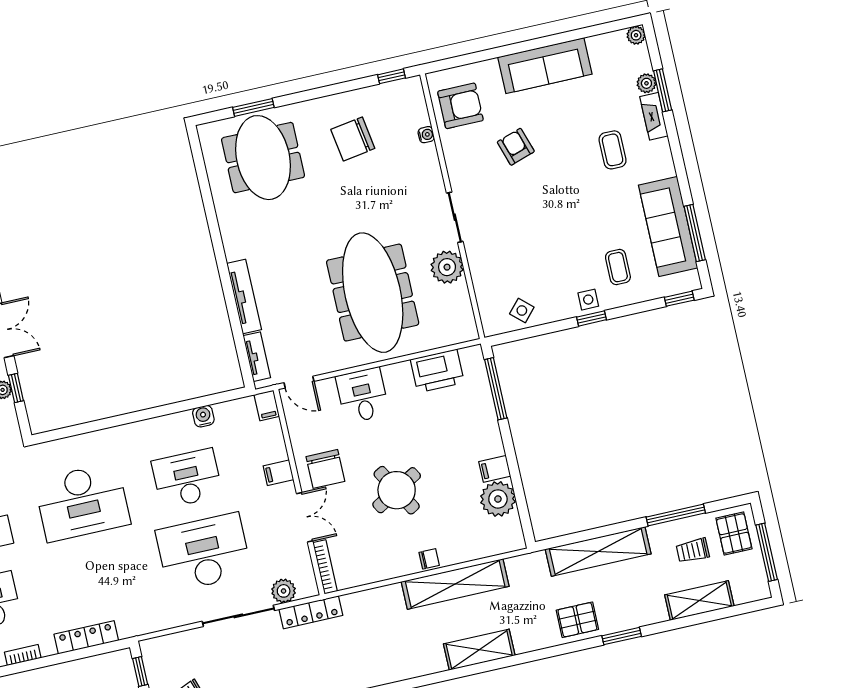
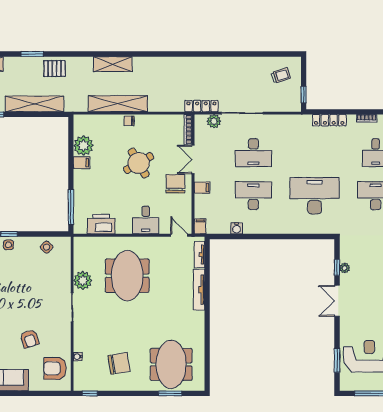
meeting table: (373, 293) -> (127, 276), width x0.73
desk: (187, 478) -> (253, 196), turned 180
desk: (204, 552) -> (253, 153), width x0.73, depth x0.77

